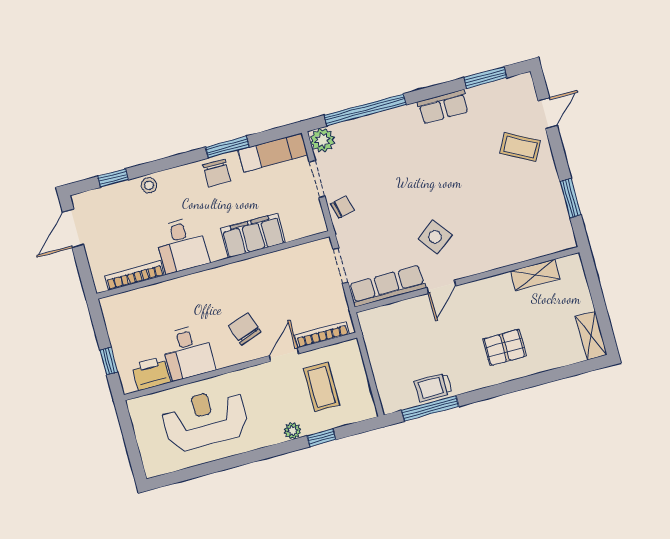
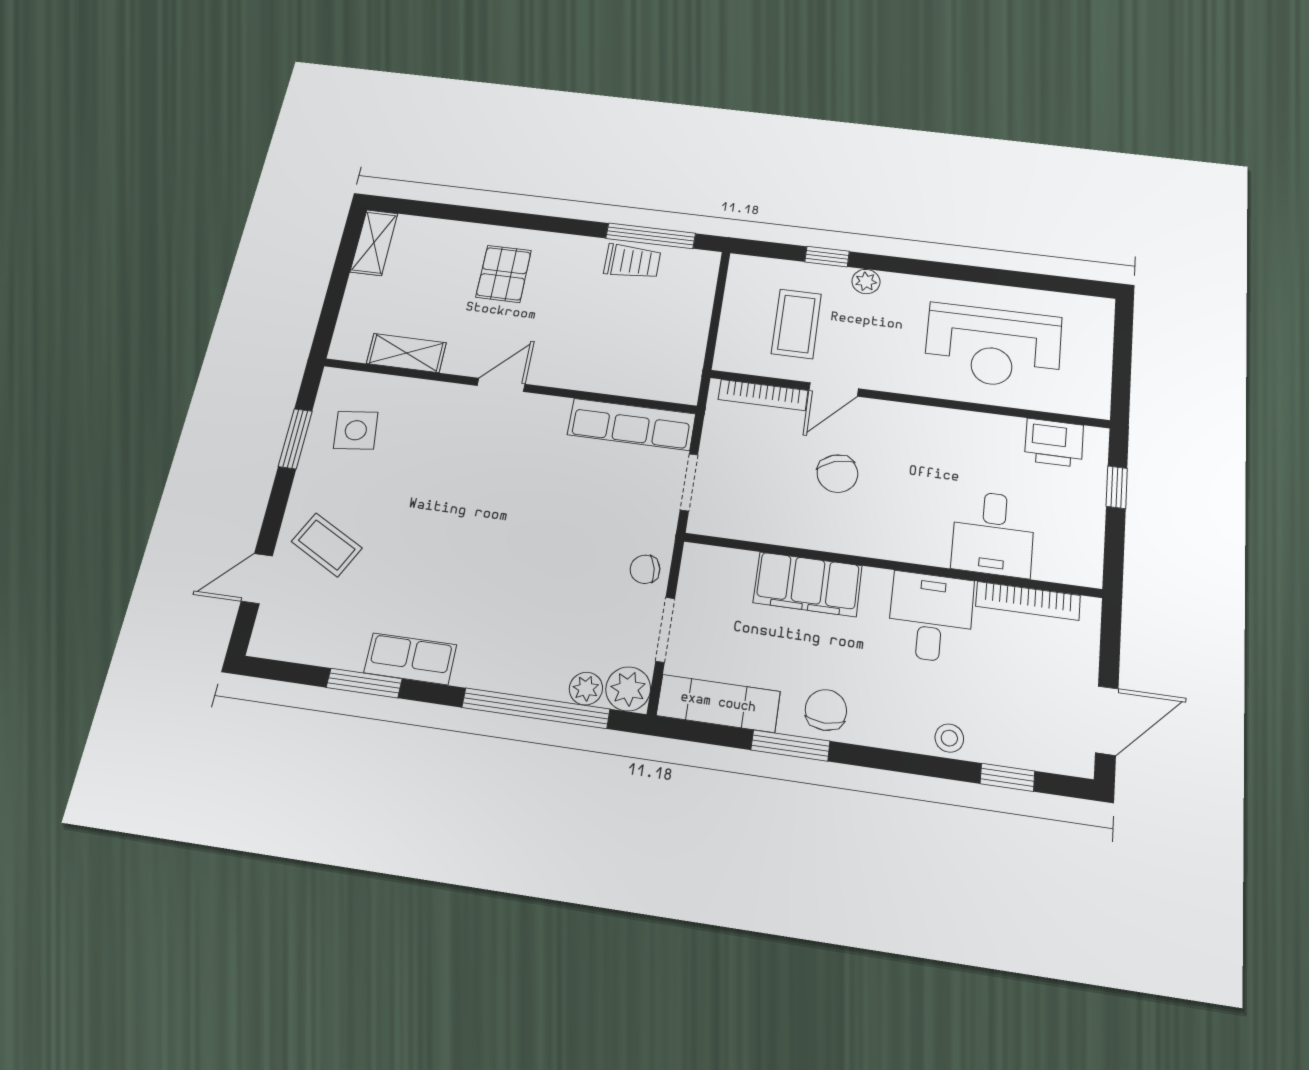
window: (485, 78) -> (364, 683), moved
plant: (344, 131) -> (586, 689), added
side table: (435, 237) -> (356, 430), moved, turned 30
door: (441, 287) -> (501, 385), moved
chair: (245, 329) -> (837, 474), moved
pallet: (504, 348) -> (504, 274), turned 90
desk: (188, 352) -> (993, 534), moved, turned 180

